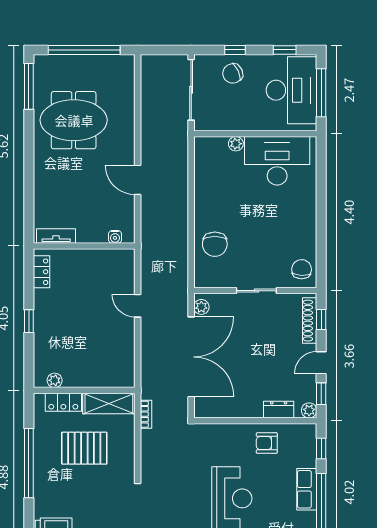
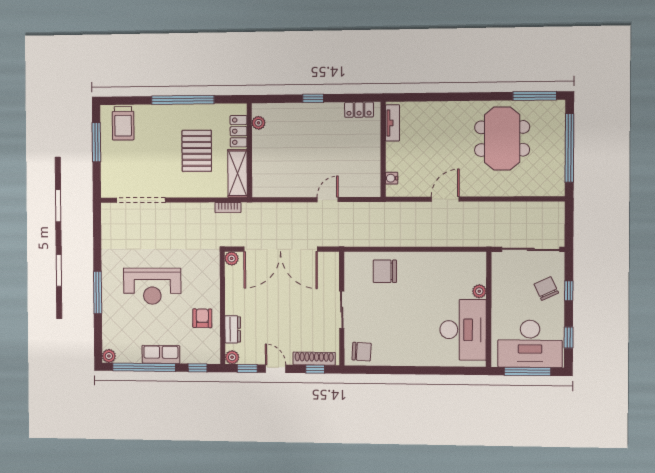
plant: (201, 307) -> (232, 258), moved

